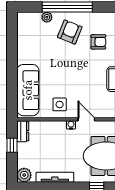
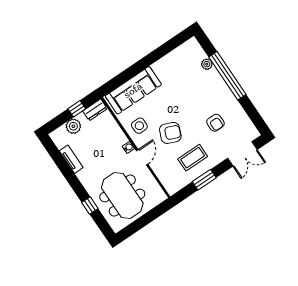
armchair: (70, 32) -> (170, 133), moved
plant: (24, 175) -> (73, 126), moved
tv unit: (55, 177) -> (71, 159), width x0.71

